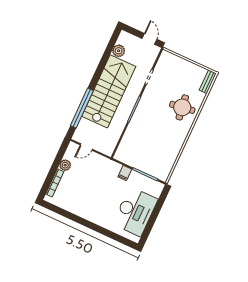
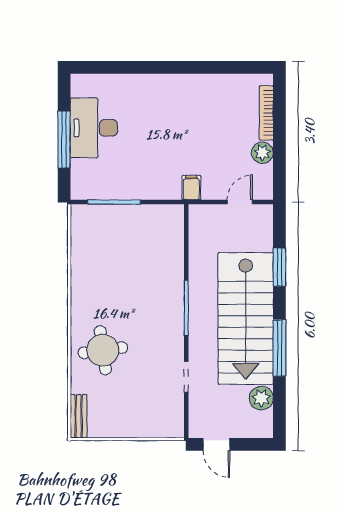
window: (99, 70) -> (279, 348), added
window: (82, 108) -> (279, 267), width x0.47
filing cabinet: (125, 173) -> (191, 187), moved
desk: (135, 212) -> (94, 128), width x0.73, depth x0.77
window: (155, 214) -> (64, 140), added

